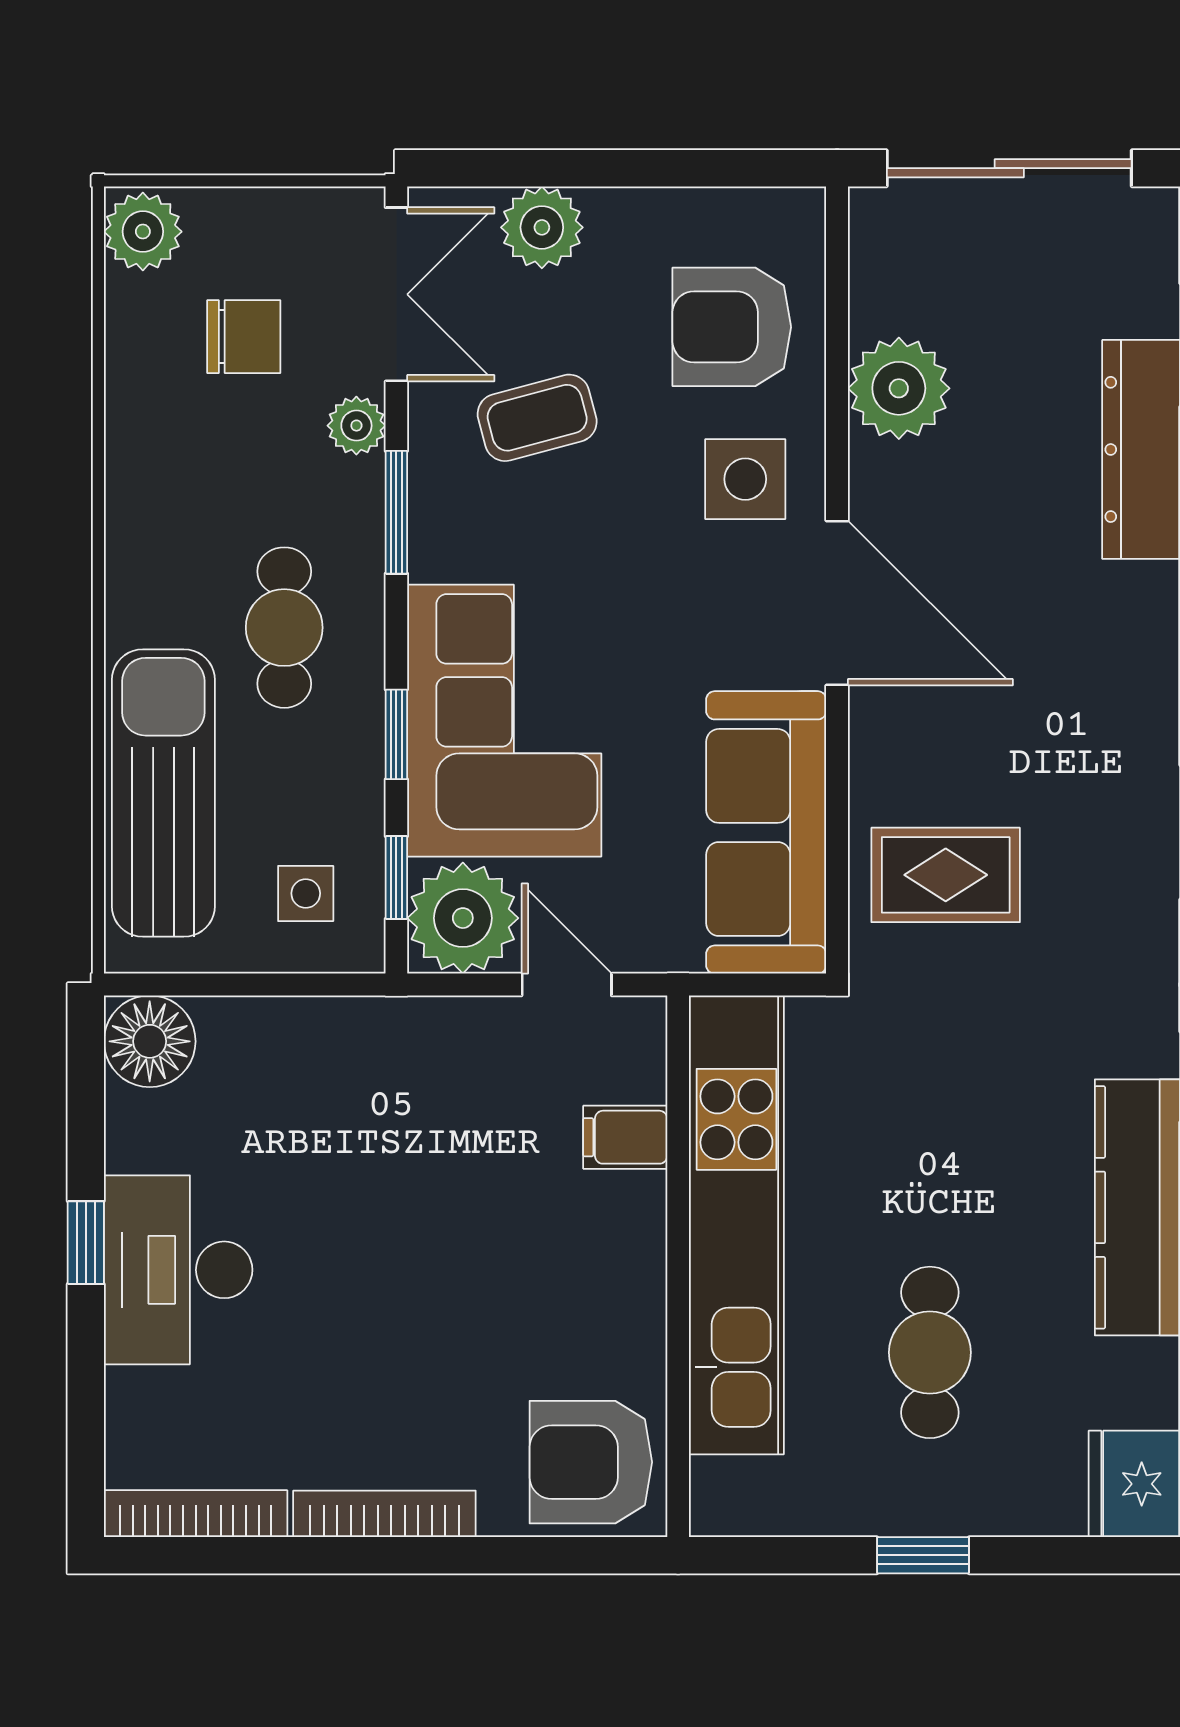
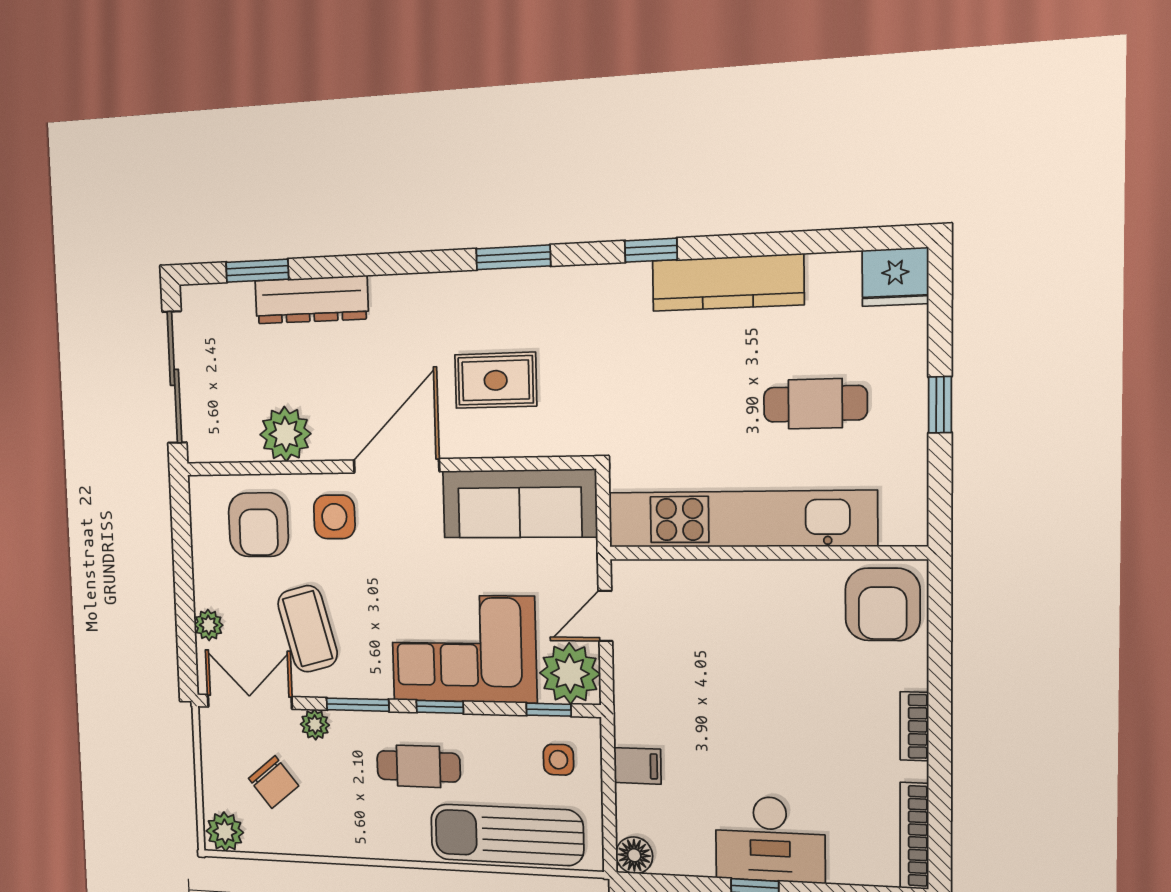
plant: (542, 227) -> (209, 625), width x0.73, depth x0.73
chair: (244, 337) -> (273, 782), turned 141
coffee table: (537, 418) -> (308, 629), width x1.36, depth x1.30
window: (396, 734) -> (440, 707), moved
rug: (946, 875) -> (496, 380), moved, turned 90
floor lamp: (150, 1041) -> (634, 855), width x0.73, depth x0.73
filing cabinet: (625, 1137) -> (637, 766), moved, turned -90
bookcase: (384, 1514) -> (914, 726), width x0.64

